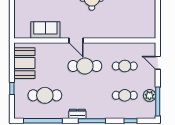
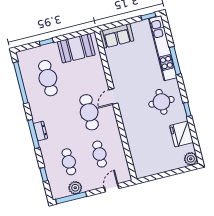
sofa: (45, 30) -> (117, 36), moved, turned 90
dresser: (77, 114) -> (40, 131), moved

